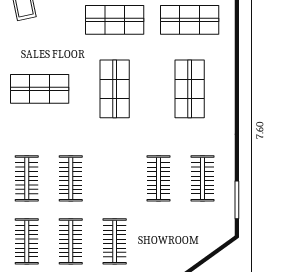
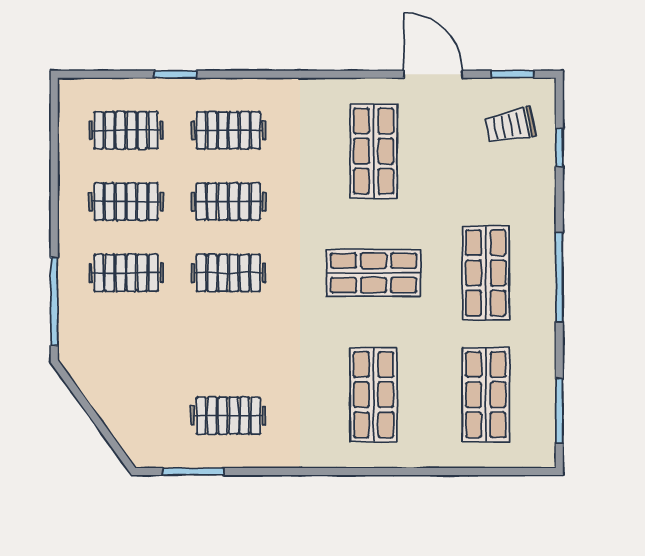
shop shelf: (190, 89) -> (374, 395), turned 90
clothes rail: (159, 178) -> (228, 273), moved

